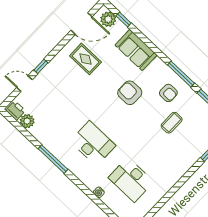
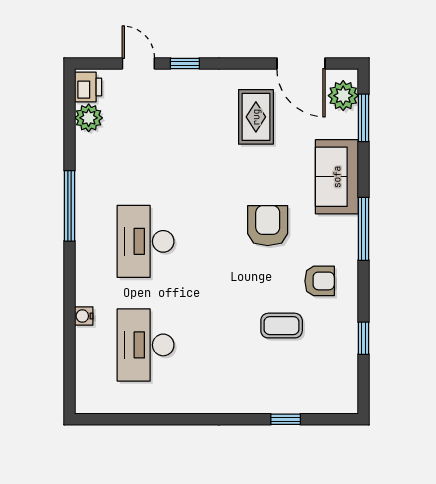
window: (124, 20) -> (363, 118), width x1.50
window: (181, 74) -> (363, 229), moved
armchair: (168, 93) -> (320, 281), turned -90
desk: (93, 143) -> (146, 241), turned 180

